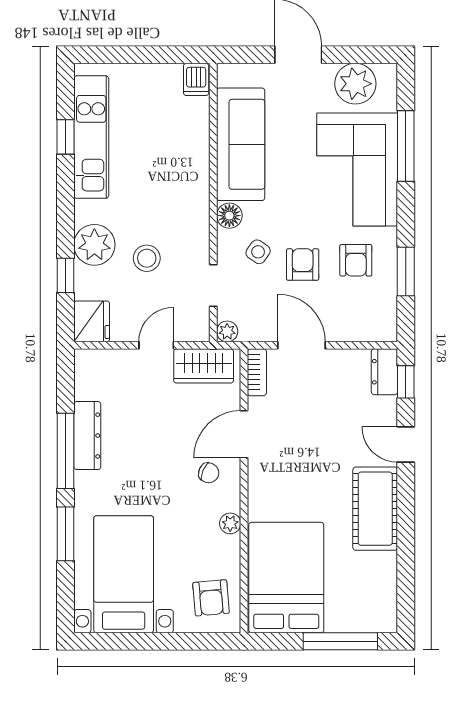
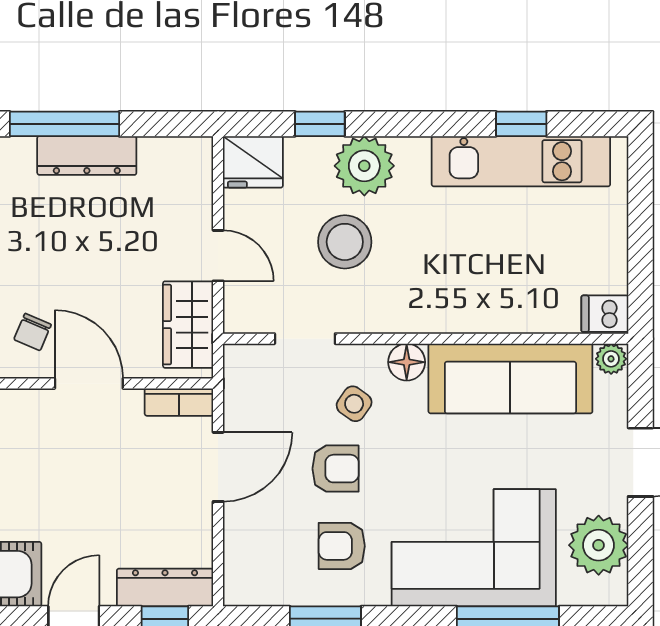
stool: (147, 258) -> (345, 242), width x1.38, depth x1.38
plant: (227, 331) -> (611, 359), moved
dresser: (384, 372) -> (165, 588), width x1.44

